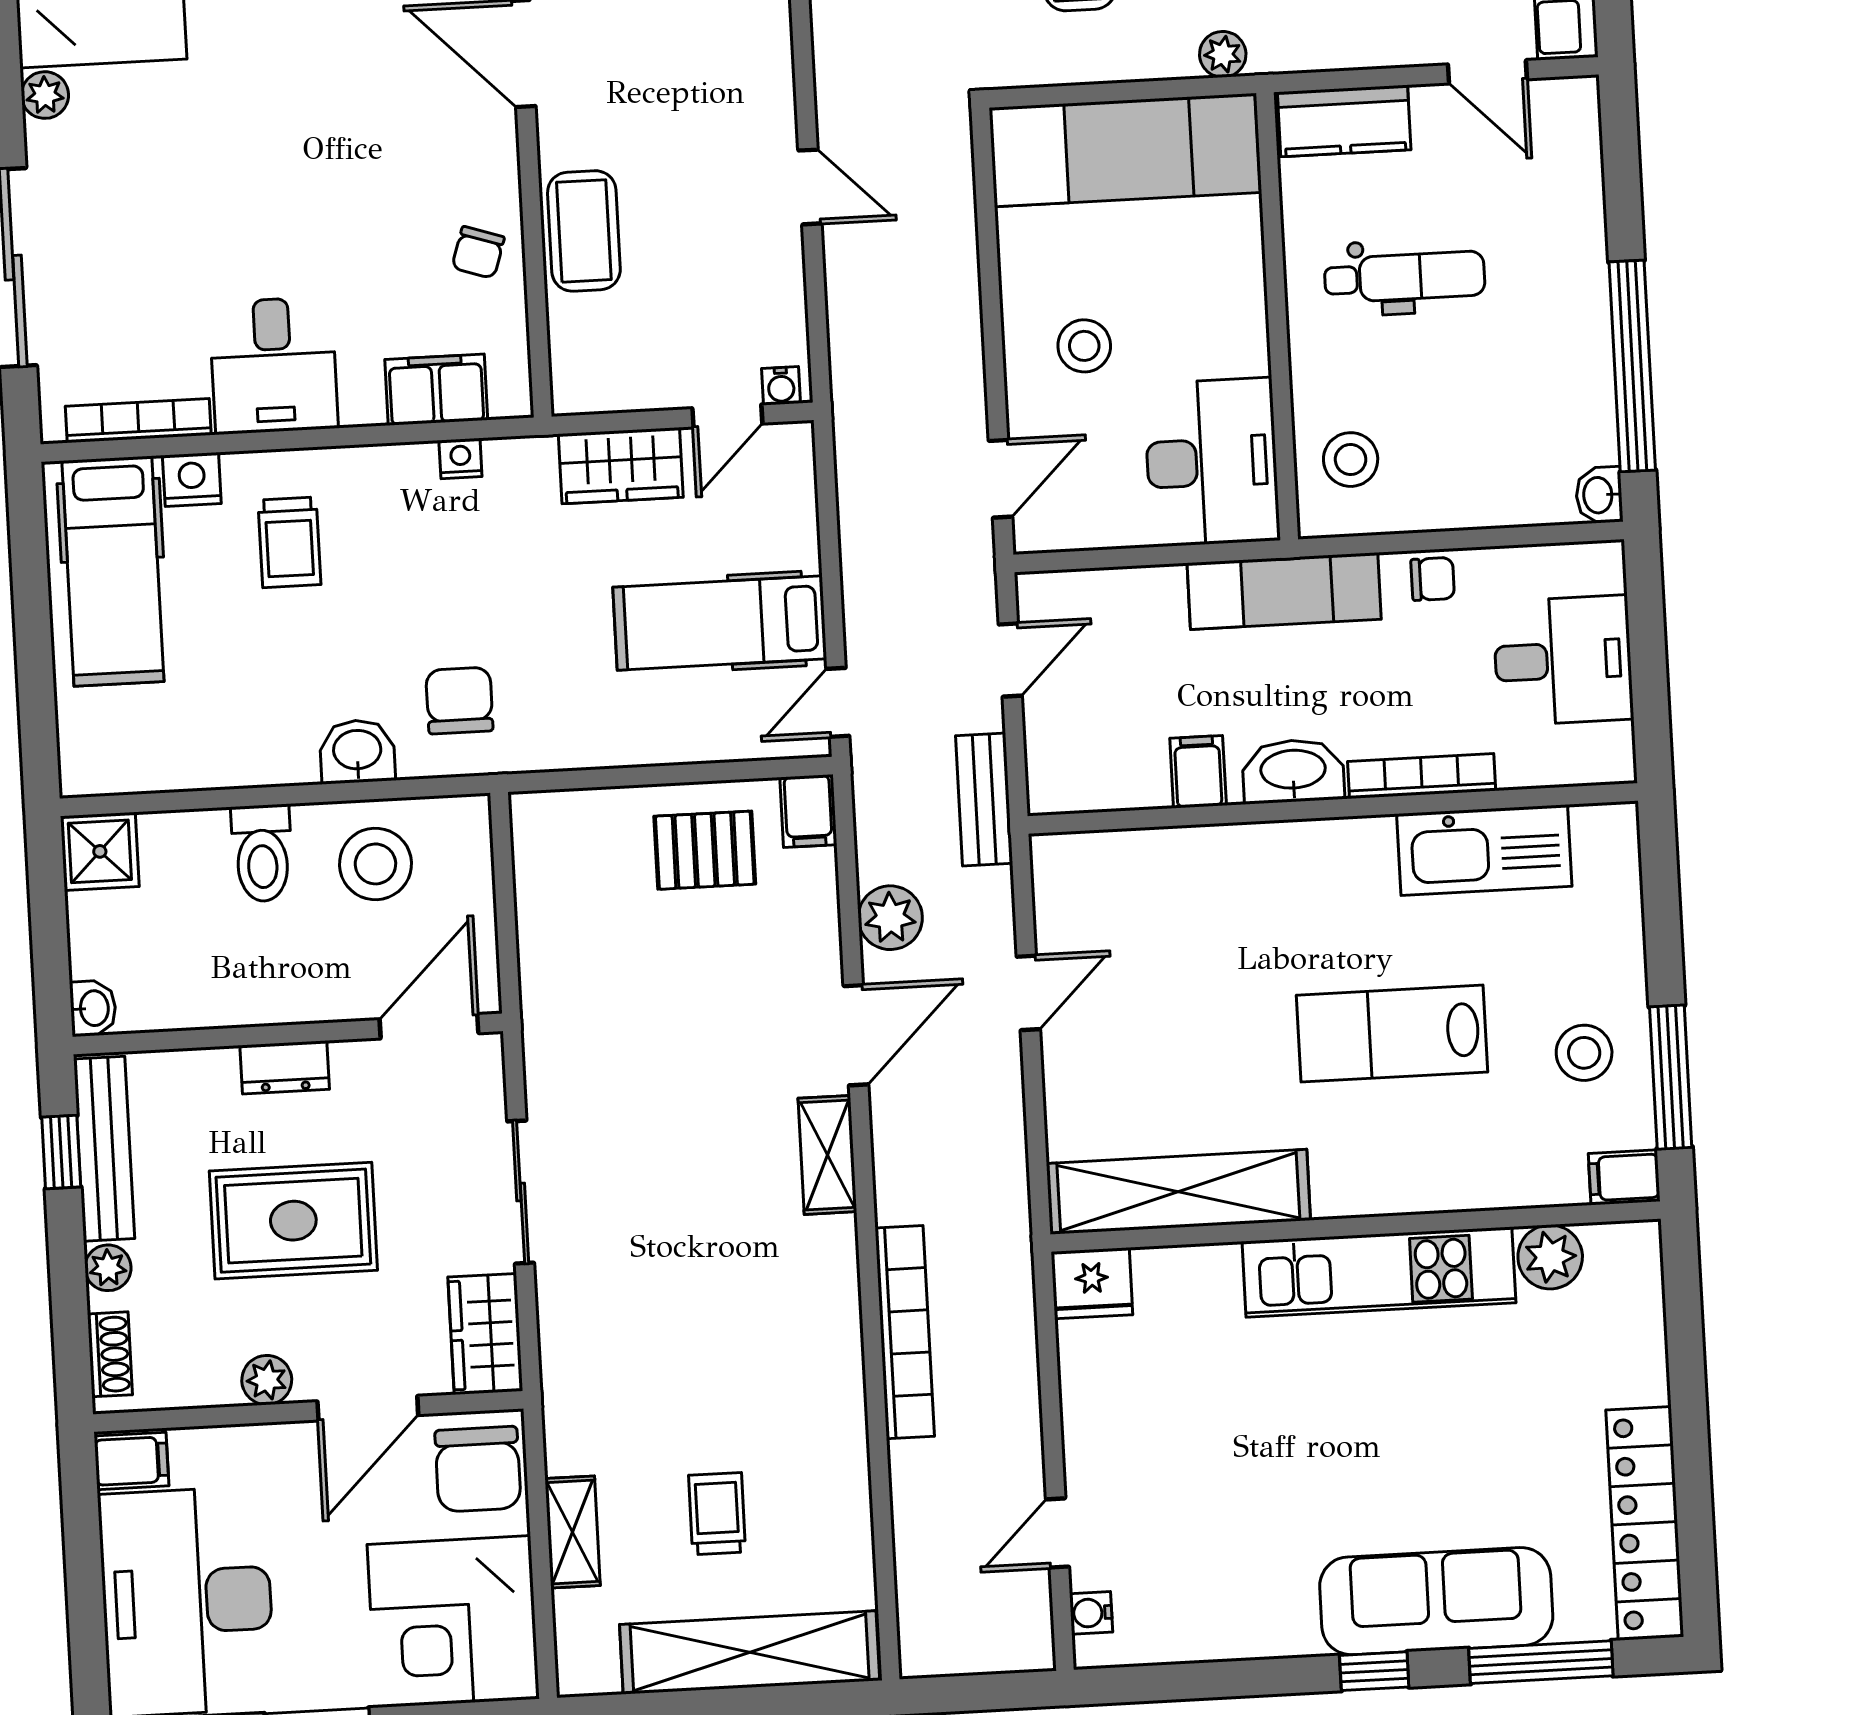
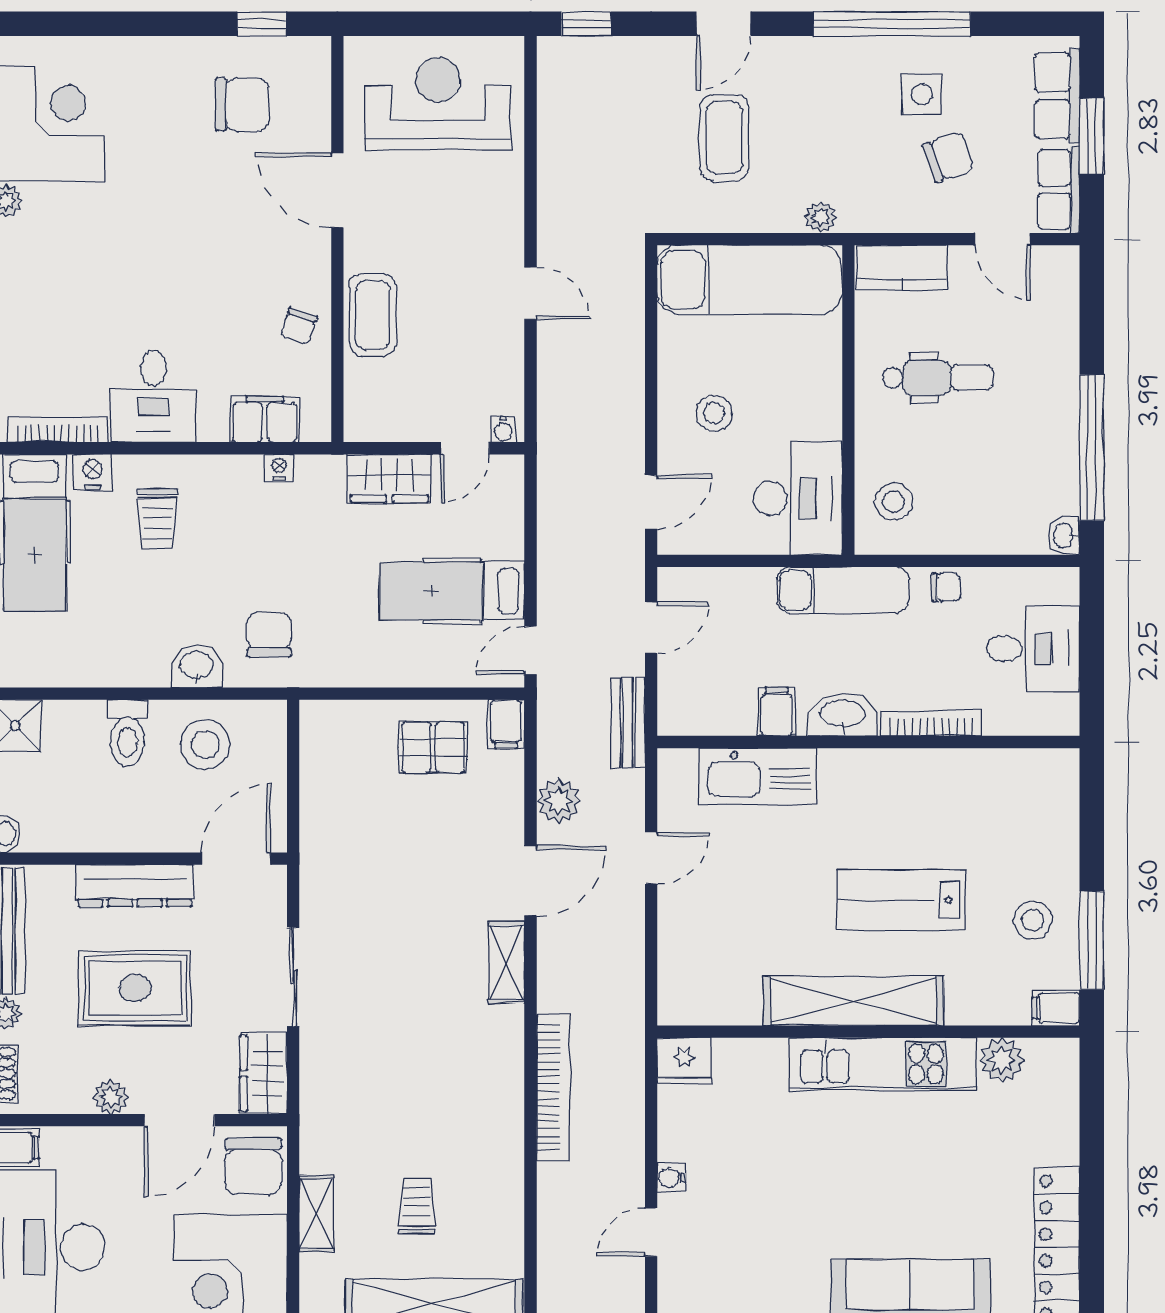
kitchen sink: (1484, 850) -> (758, 776), moved
dresser: (285, 1067) -> (135, 886), width x1.96, depth x1.24
shelving: (1178, 1192) -> (853, 1001), moved
water cooler: (1091, 1613) -> (671, 1178), moved

